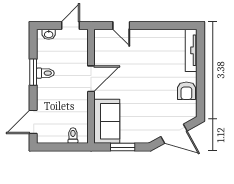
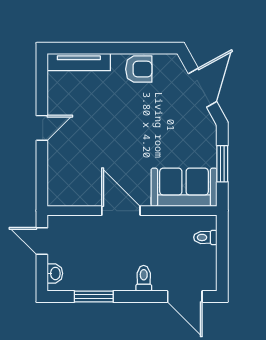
door: (121, 25) -> (42, 128), moved
window: (33, 72) -> (94, 297), moved
toilet: (45, 73) -> (144, 278), moved

